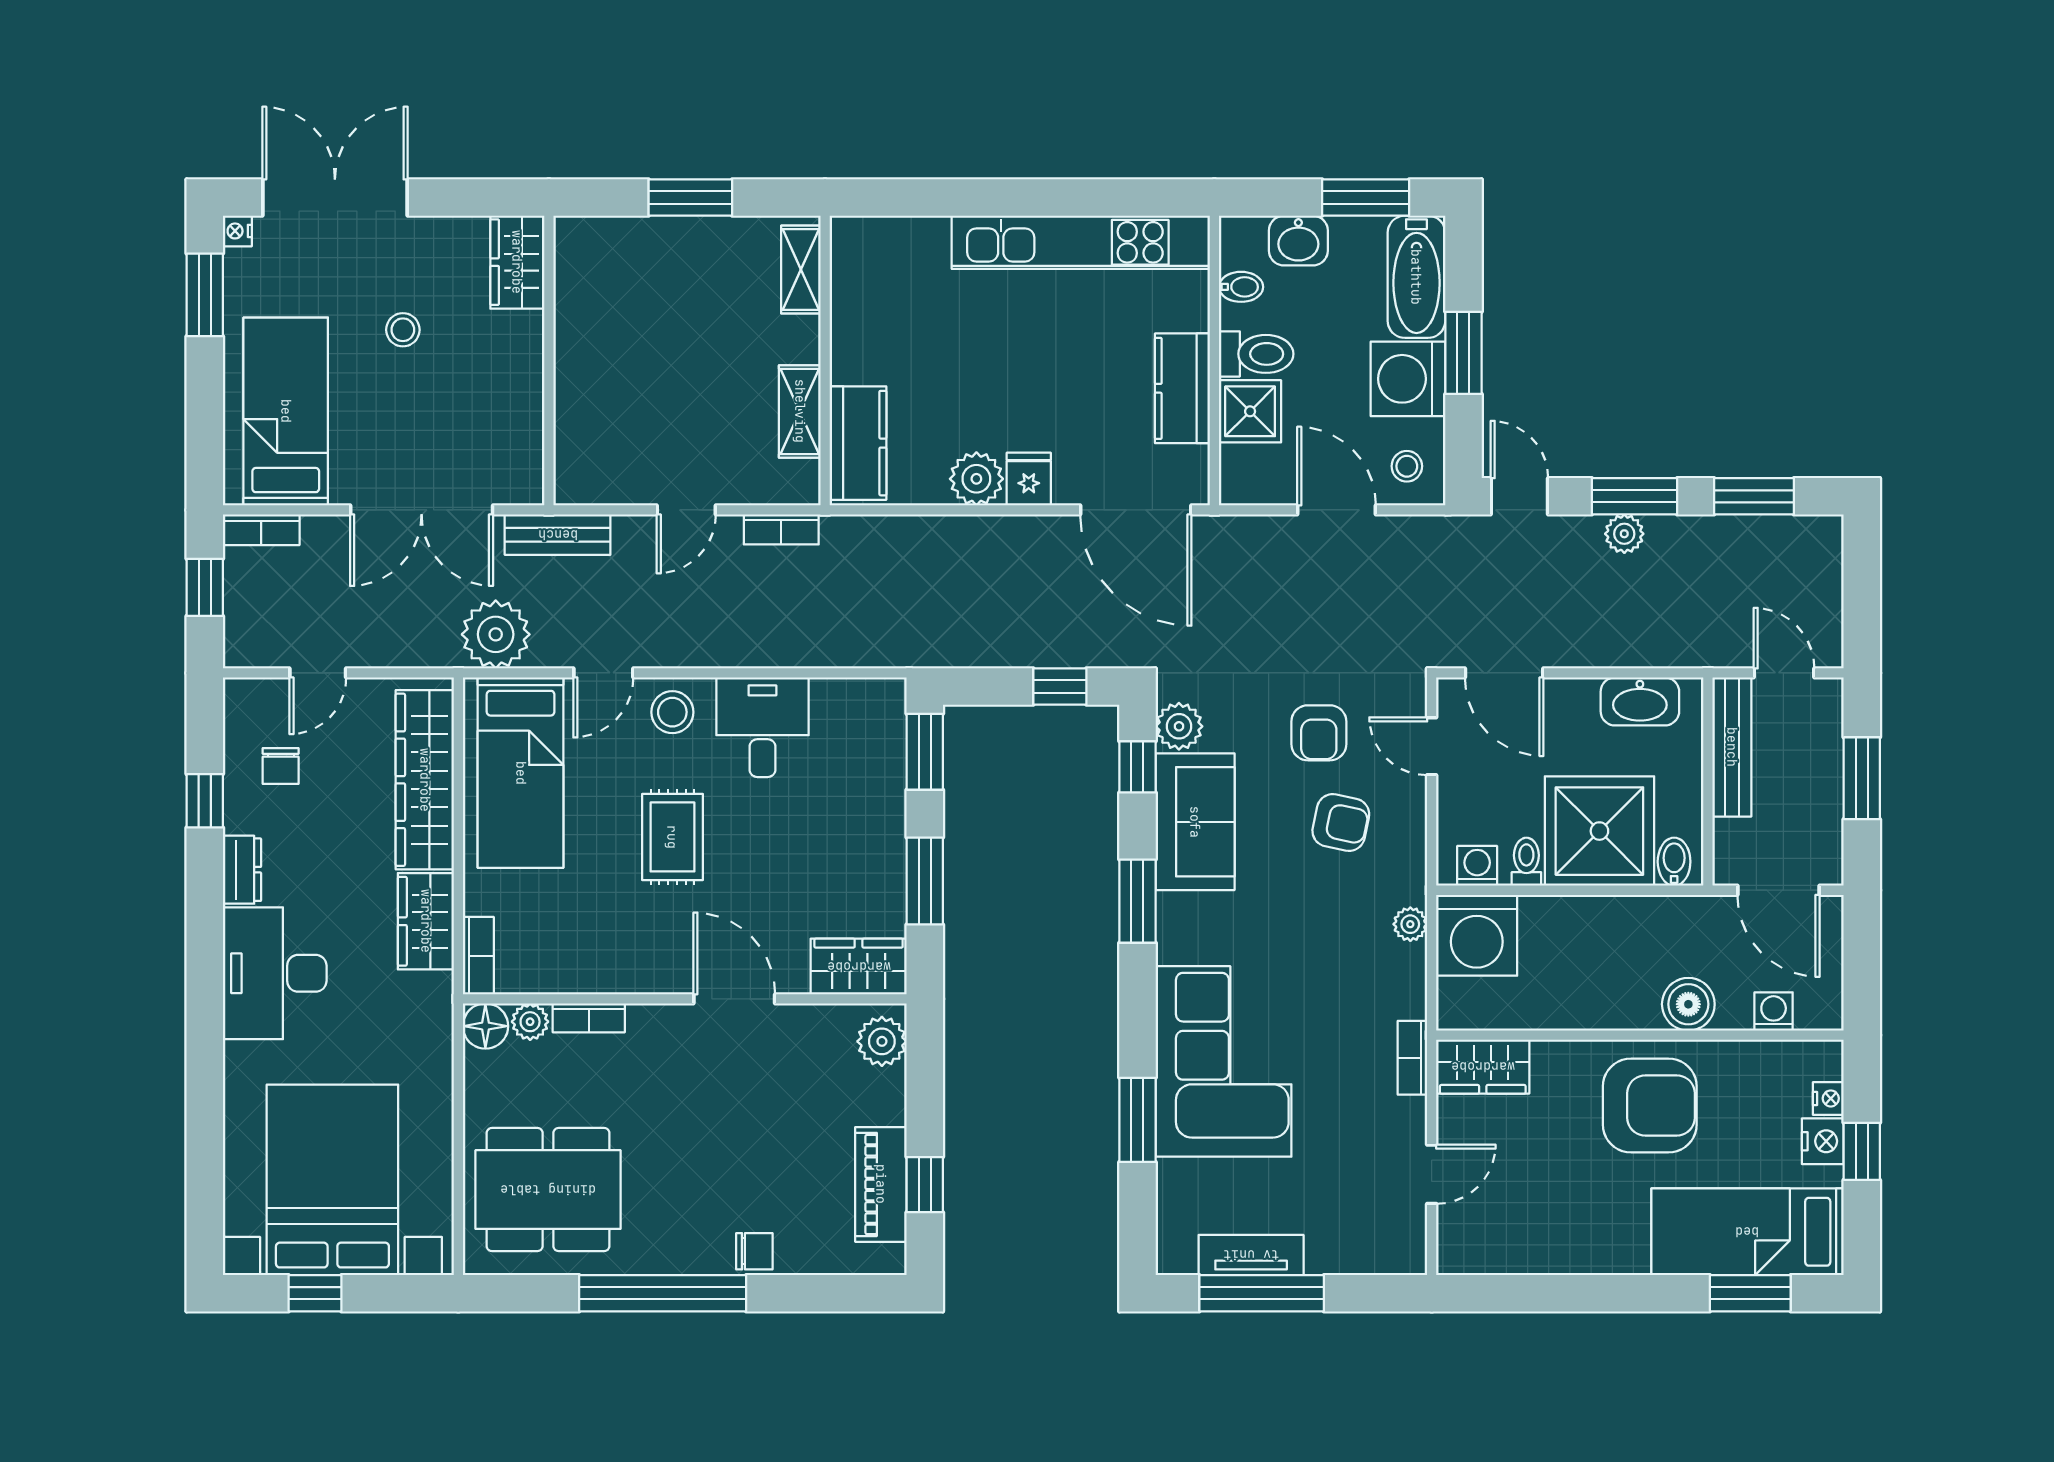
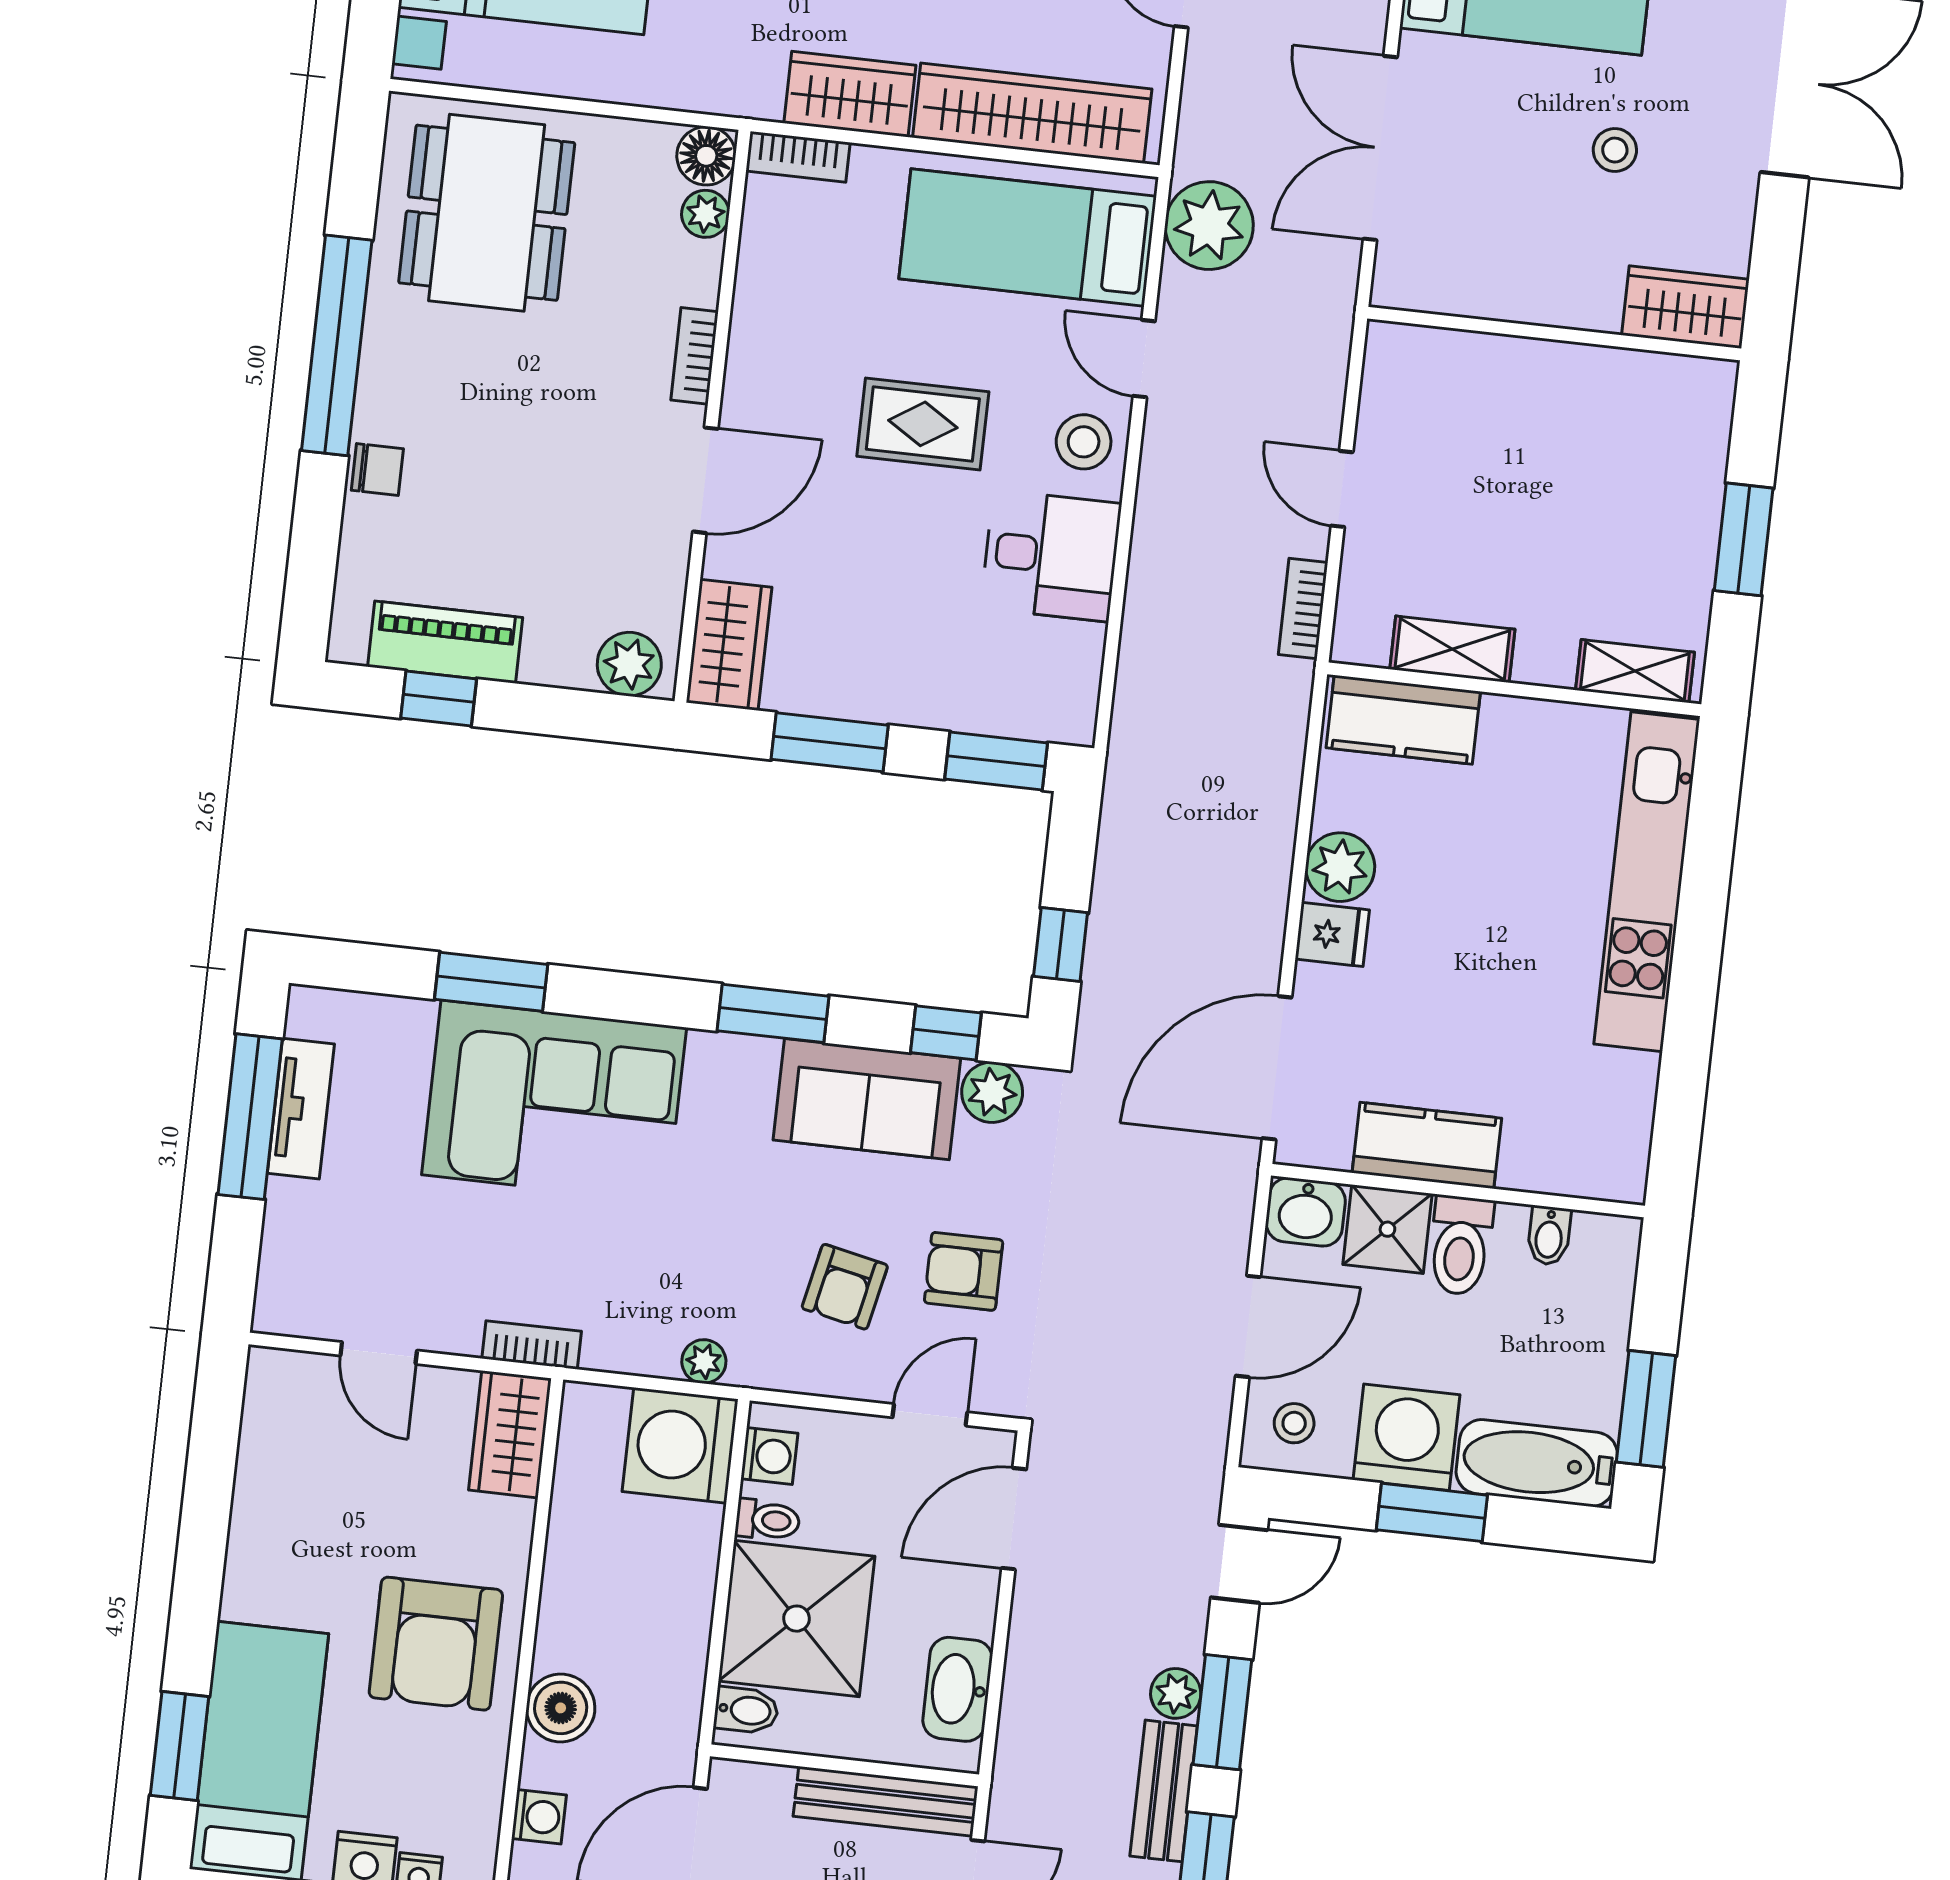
washbasin: (1298, 241) -> (1306, 1212), moved, turned -90
kitchen unit: (1081, 242) -> (1647, 882), moved
bench: (558, 535) -> (1164, 1791), moved
bookcase: (589, 1018) -> (695, 356), moved
chair: (754, 1251) -> (377, 470), turned -90

